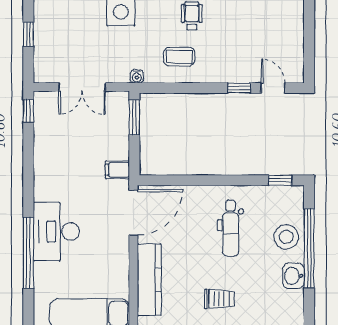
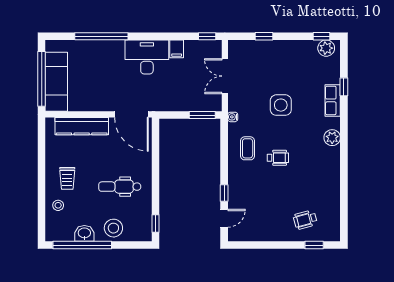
filing cabinet: (117, 170) -> (177, 49), moved, turned 180
desk: (56, 231) -> (147, 57), moved
window: (309, 249) -> (82, 245), moved
stool: (256, 311) -> (58, 205), added

